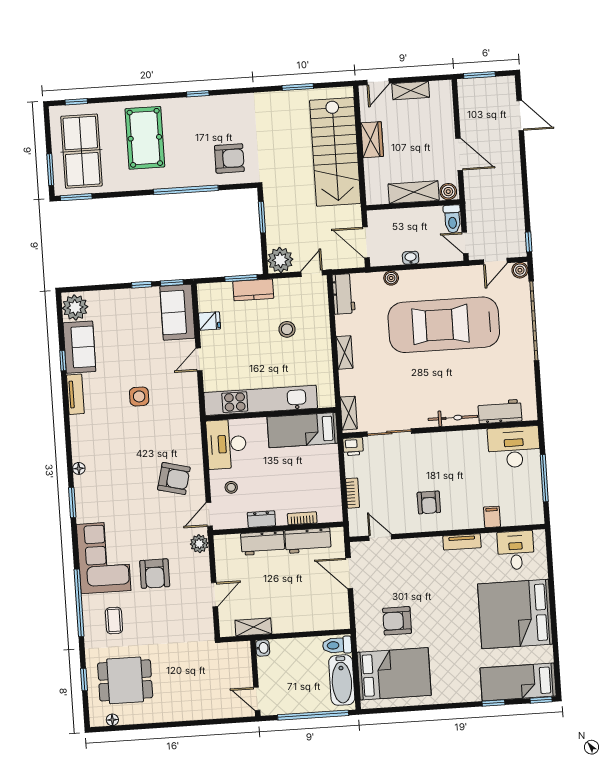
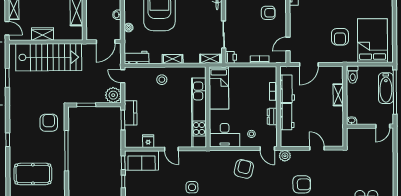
stool: (287, 329) -> (162, 80), moved
shelving: (253, 627) -> (338, 95), moved
bathtub: (342, 680) -> (386, 88), moved, turned 90

